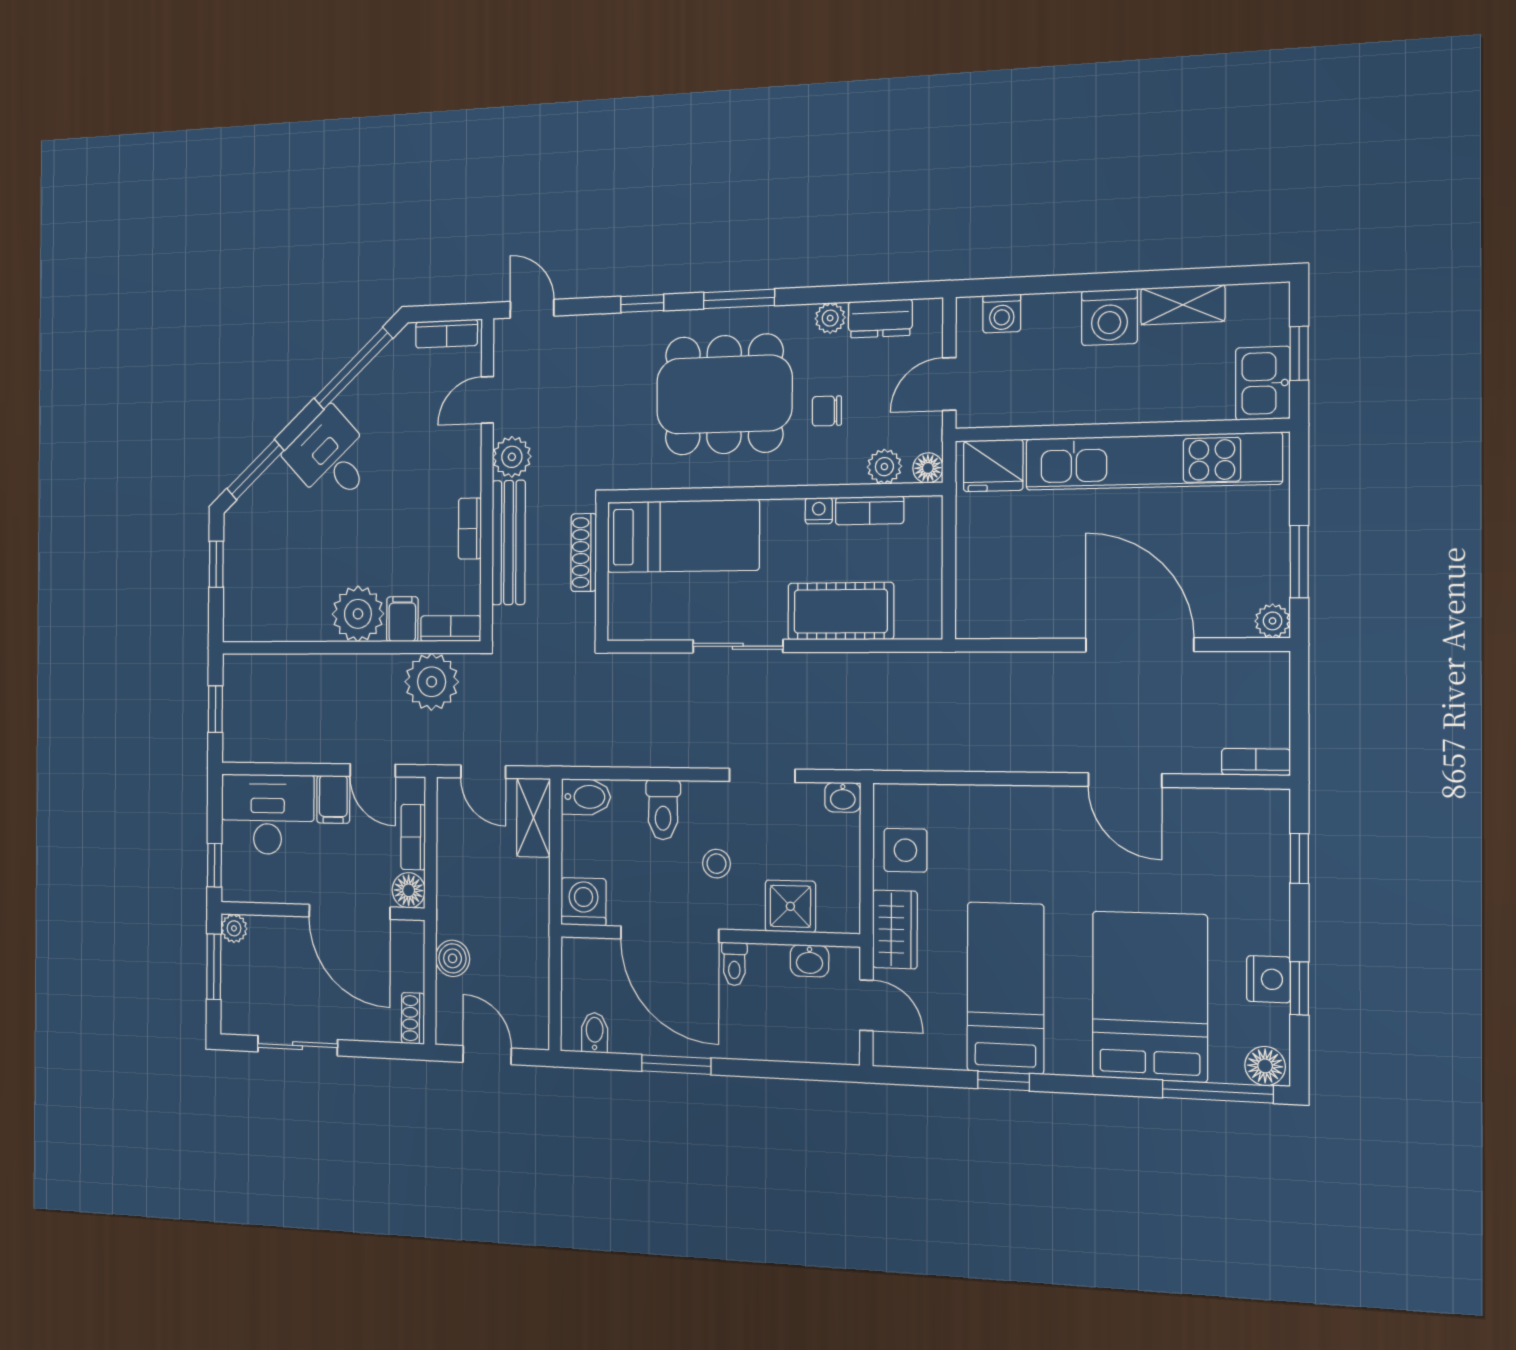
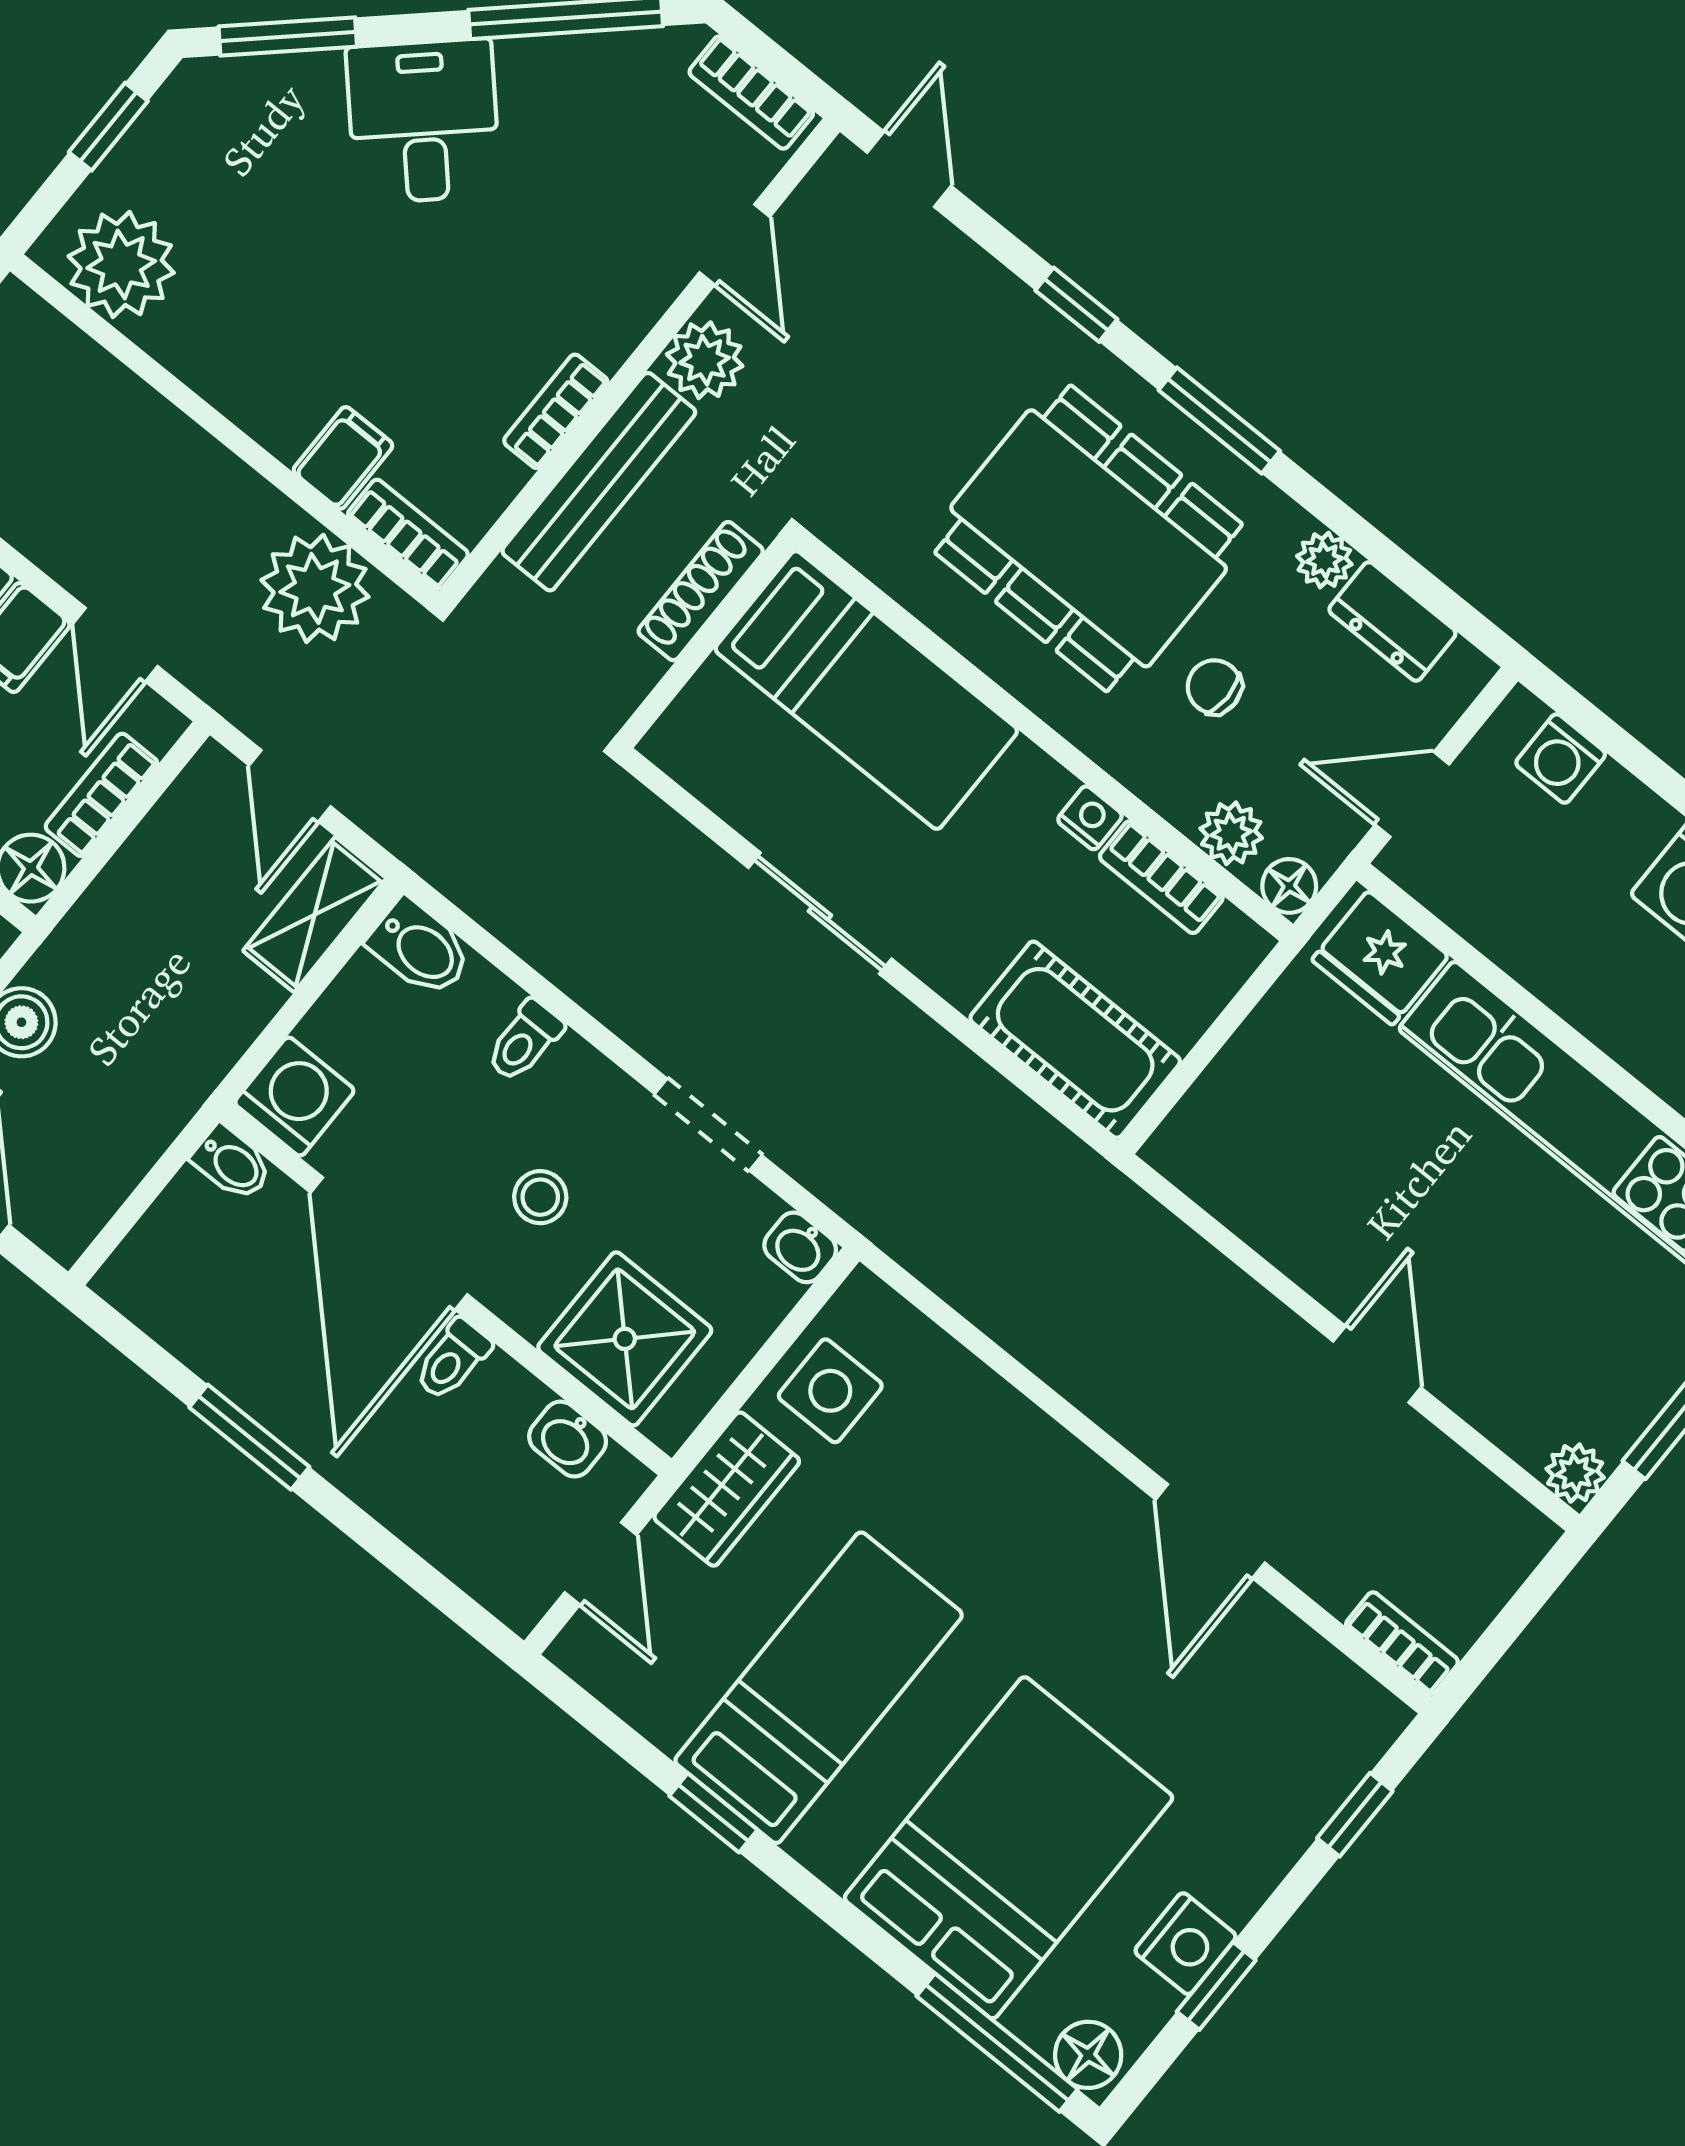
door: (487, 400) -> (735, 245), swing flipped
cot: (841, 611) -> (1075, 1040), moved
plant: (358, 614) -> (121, 264), moved
door: (1140, 645) -> (1377, 1364), width x0.53
toilet: (663, 810) -> (524, 1041), width x0.73, depth x0.72
shower: (790, 906) -> (625, 1339), width x1.36, depth x1.36
bidet: (595, 1033) -> (232, 1163), moved, turned 90

